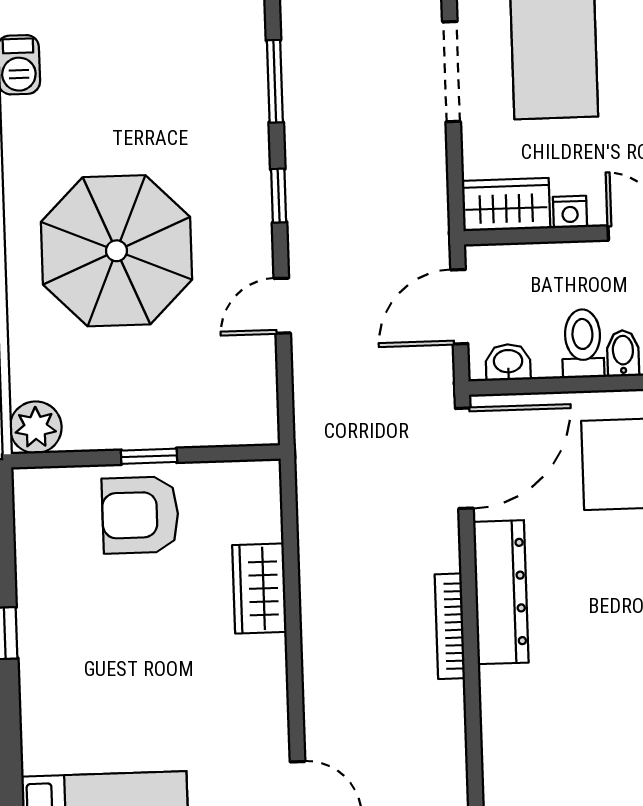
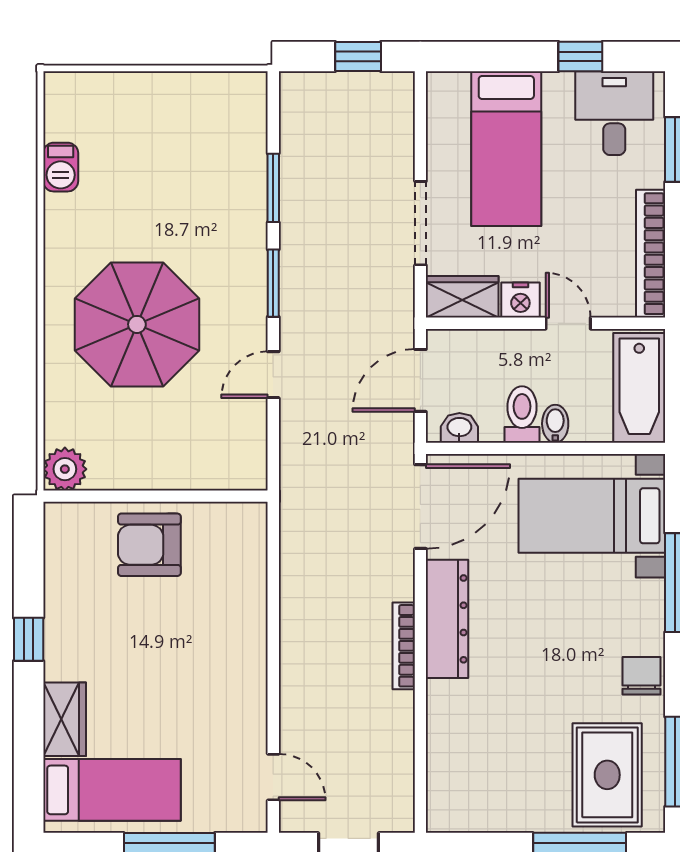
doorway: (452, 72) -> (420, 223), moved
window: (279, 196) -> (273, 283), width x1.50
nightstand: (570, 212) -> (520, 300), width x1.39, depth x1.35
window: (149, 456) -> (158, 496), removed
wardrobe: (259, 588) -> (65, 719), moved, turned 180

